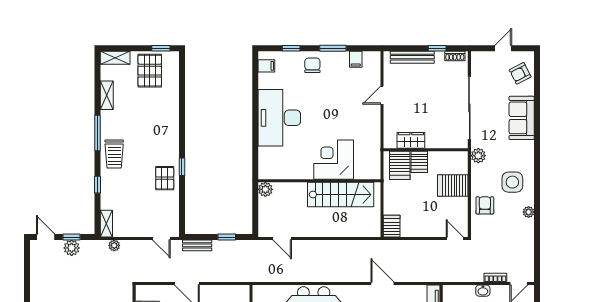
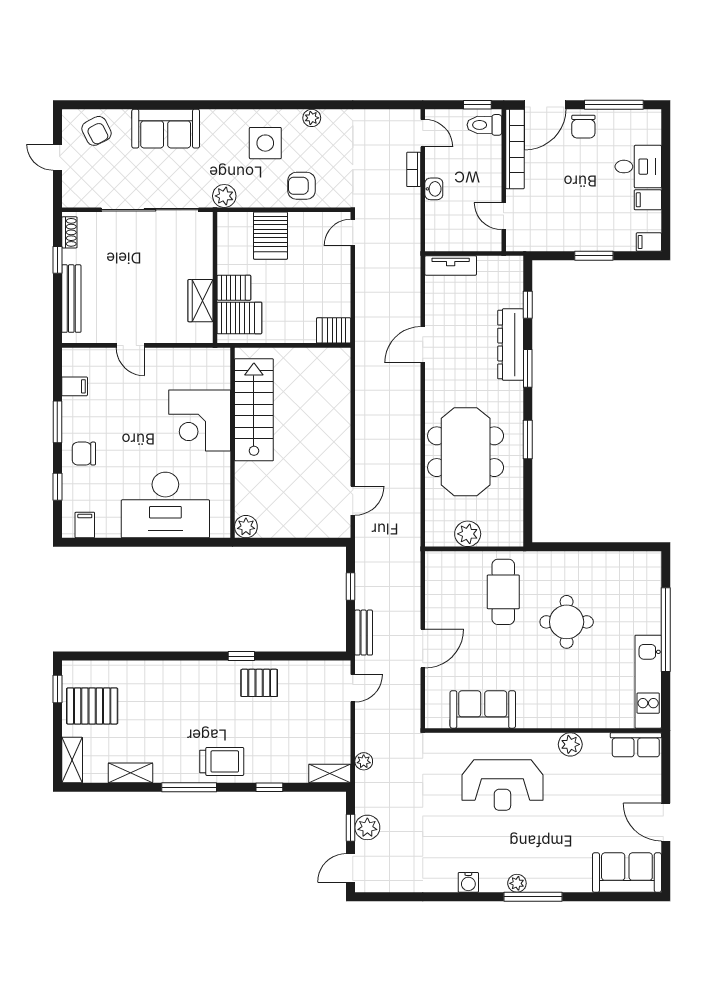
corner desk: (334, 160) -> (200, 421), moved
wall: (319, 181) -> (232, 443), moved
plant: (265, 189) -> (246, 527), moved
stairs: (341, 195) -> (254, 410), moved

